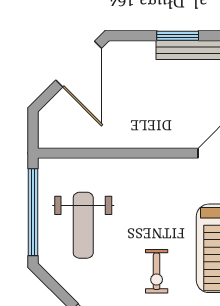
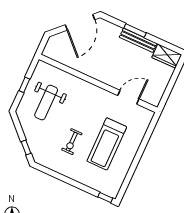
window: (33, 212) -> (24, 85), width x0.32

